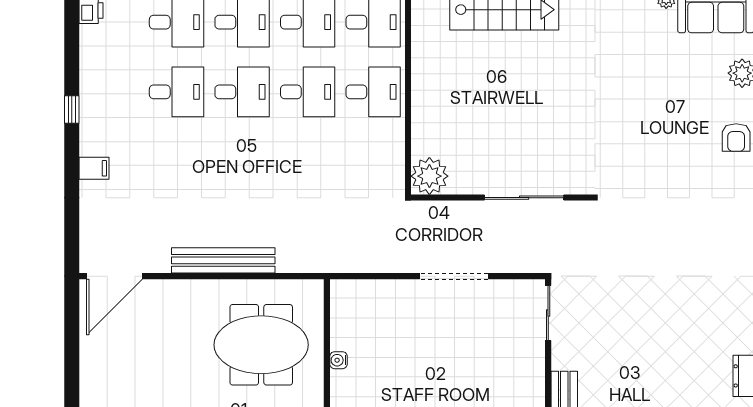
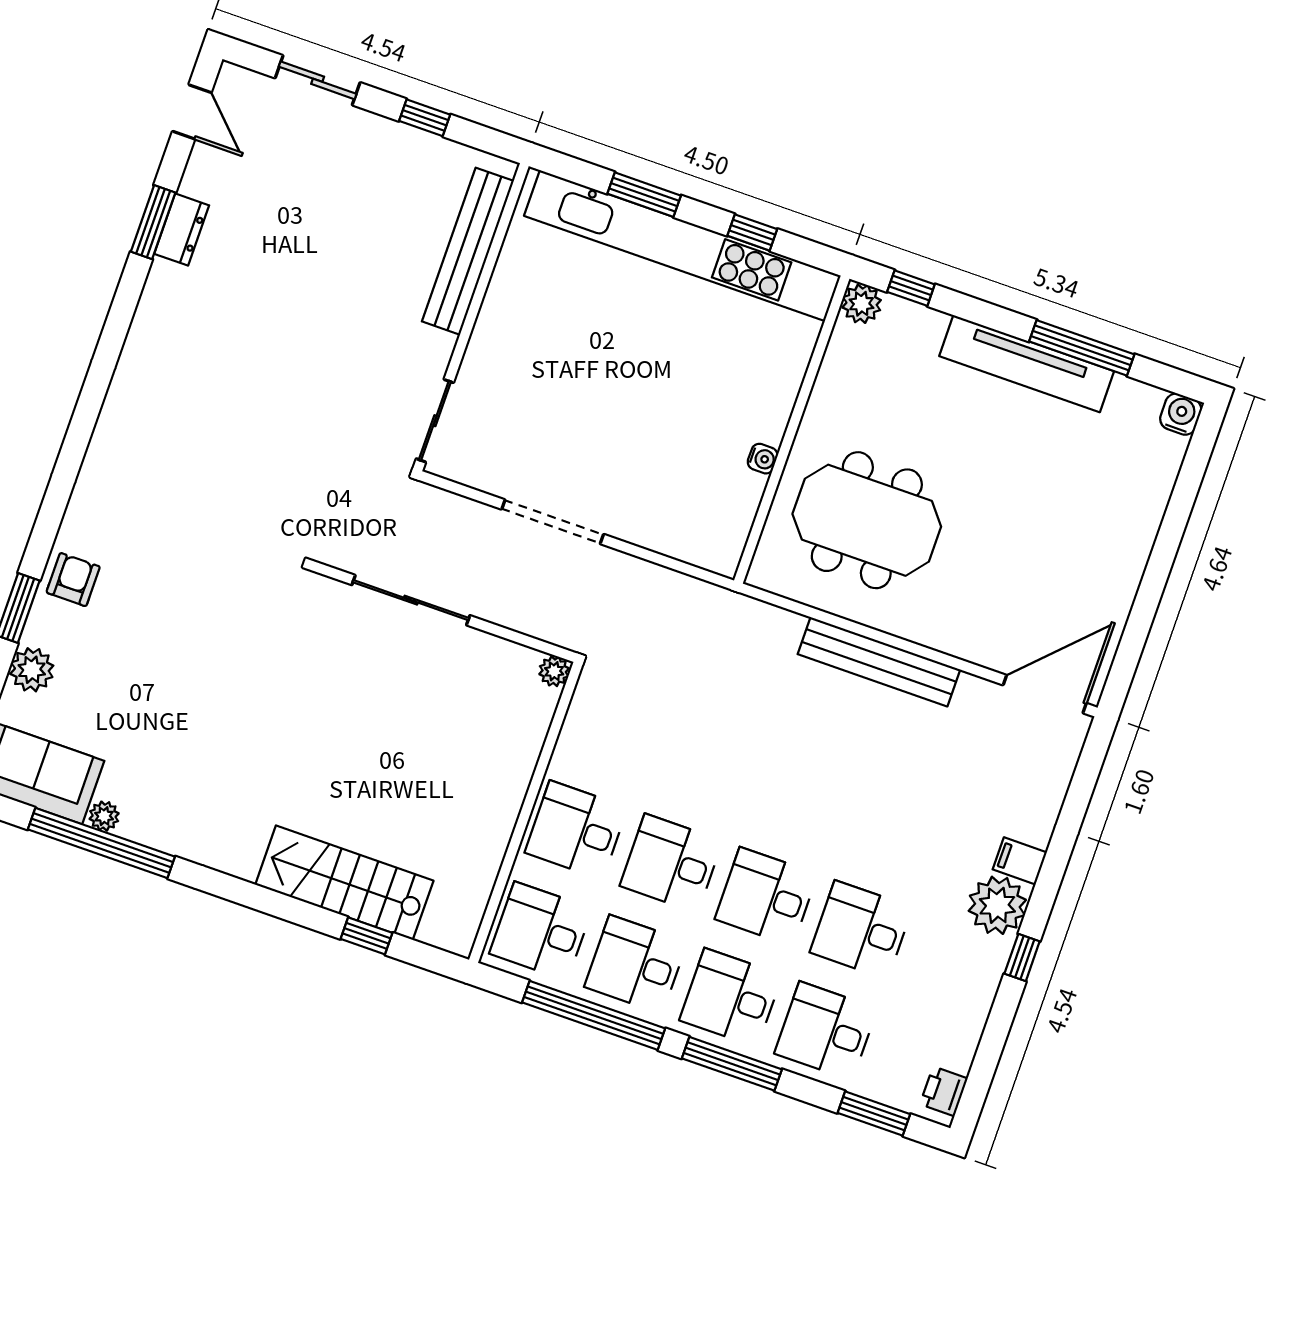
plant: (98, 136) -> (997, 905), added
plant: (429, 176) -> (554, 671), width x0.53, depth x0.53

